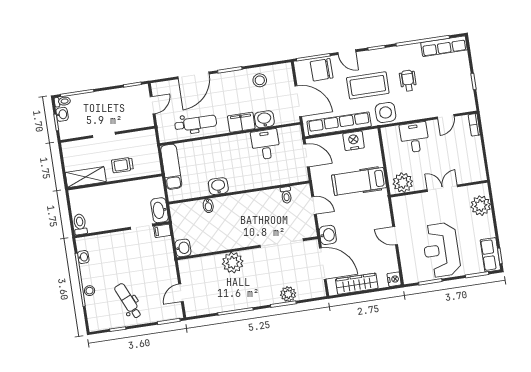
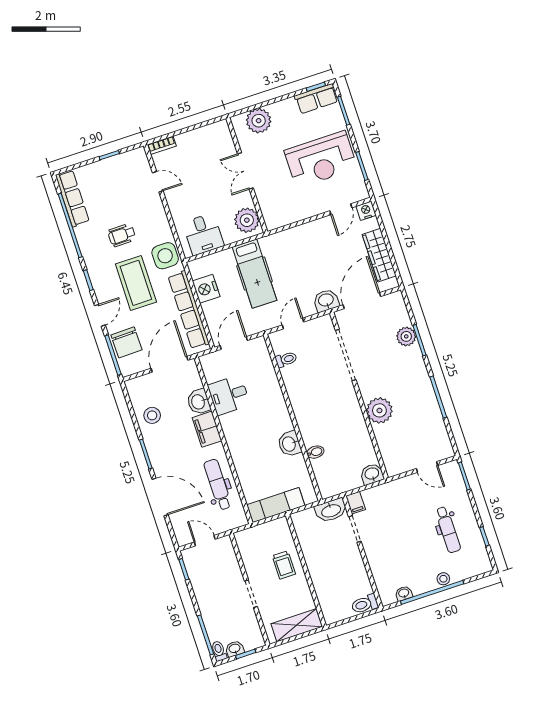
desk: (414, 137) -> (203, 234), moved, turned -90
shelving: (86, 177) -> (297, 625), moved, turned 90
door: (395, 236) -> (341, 209), moved
dental chair: (128, 301) -> (448, 530), turned -66

